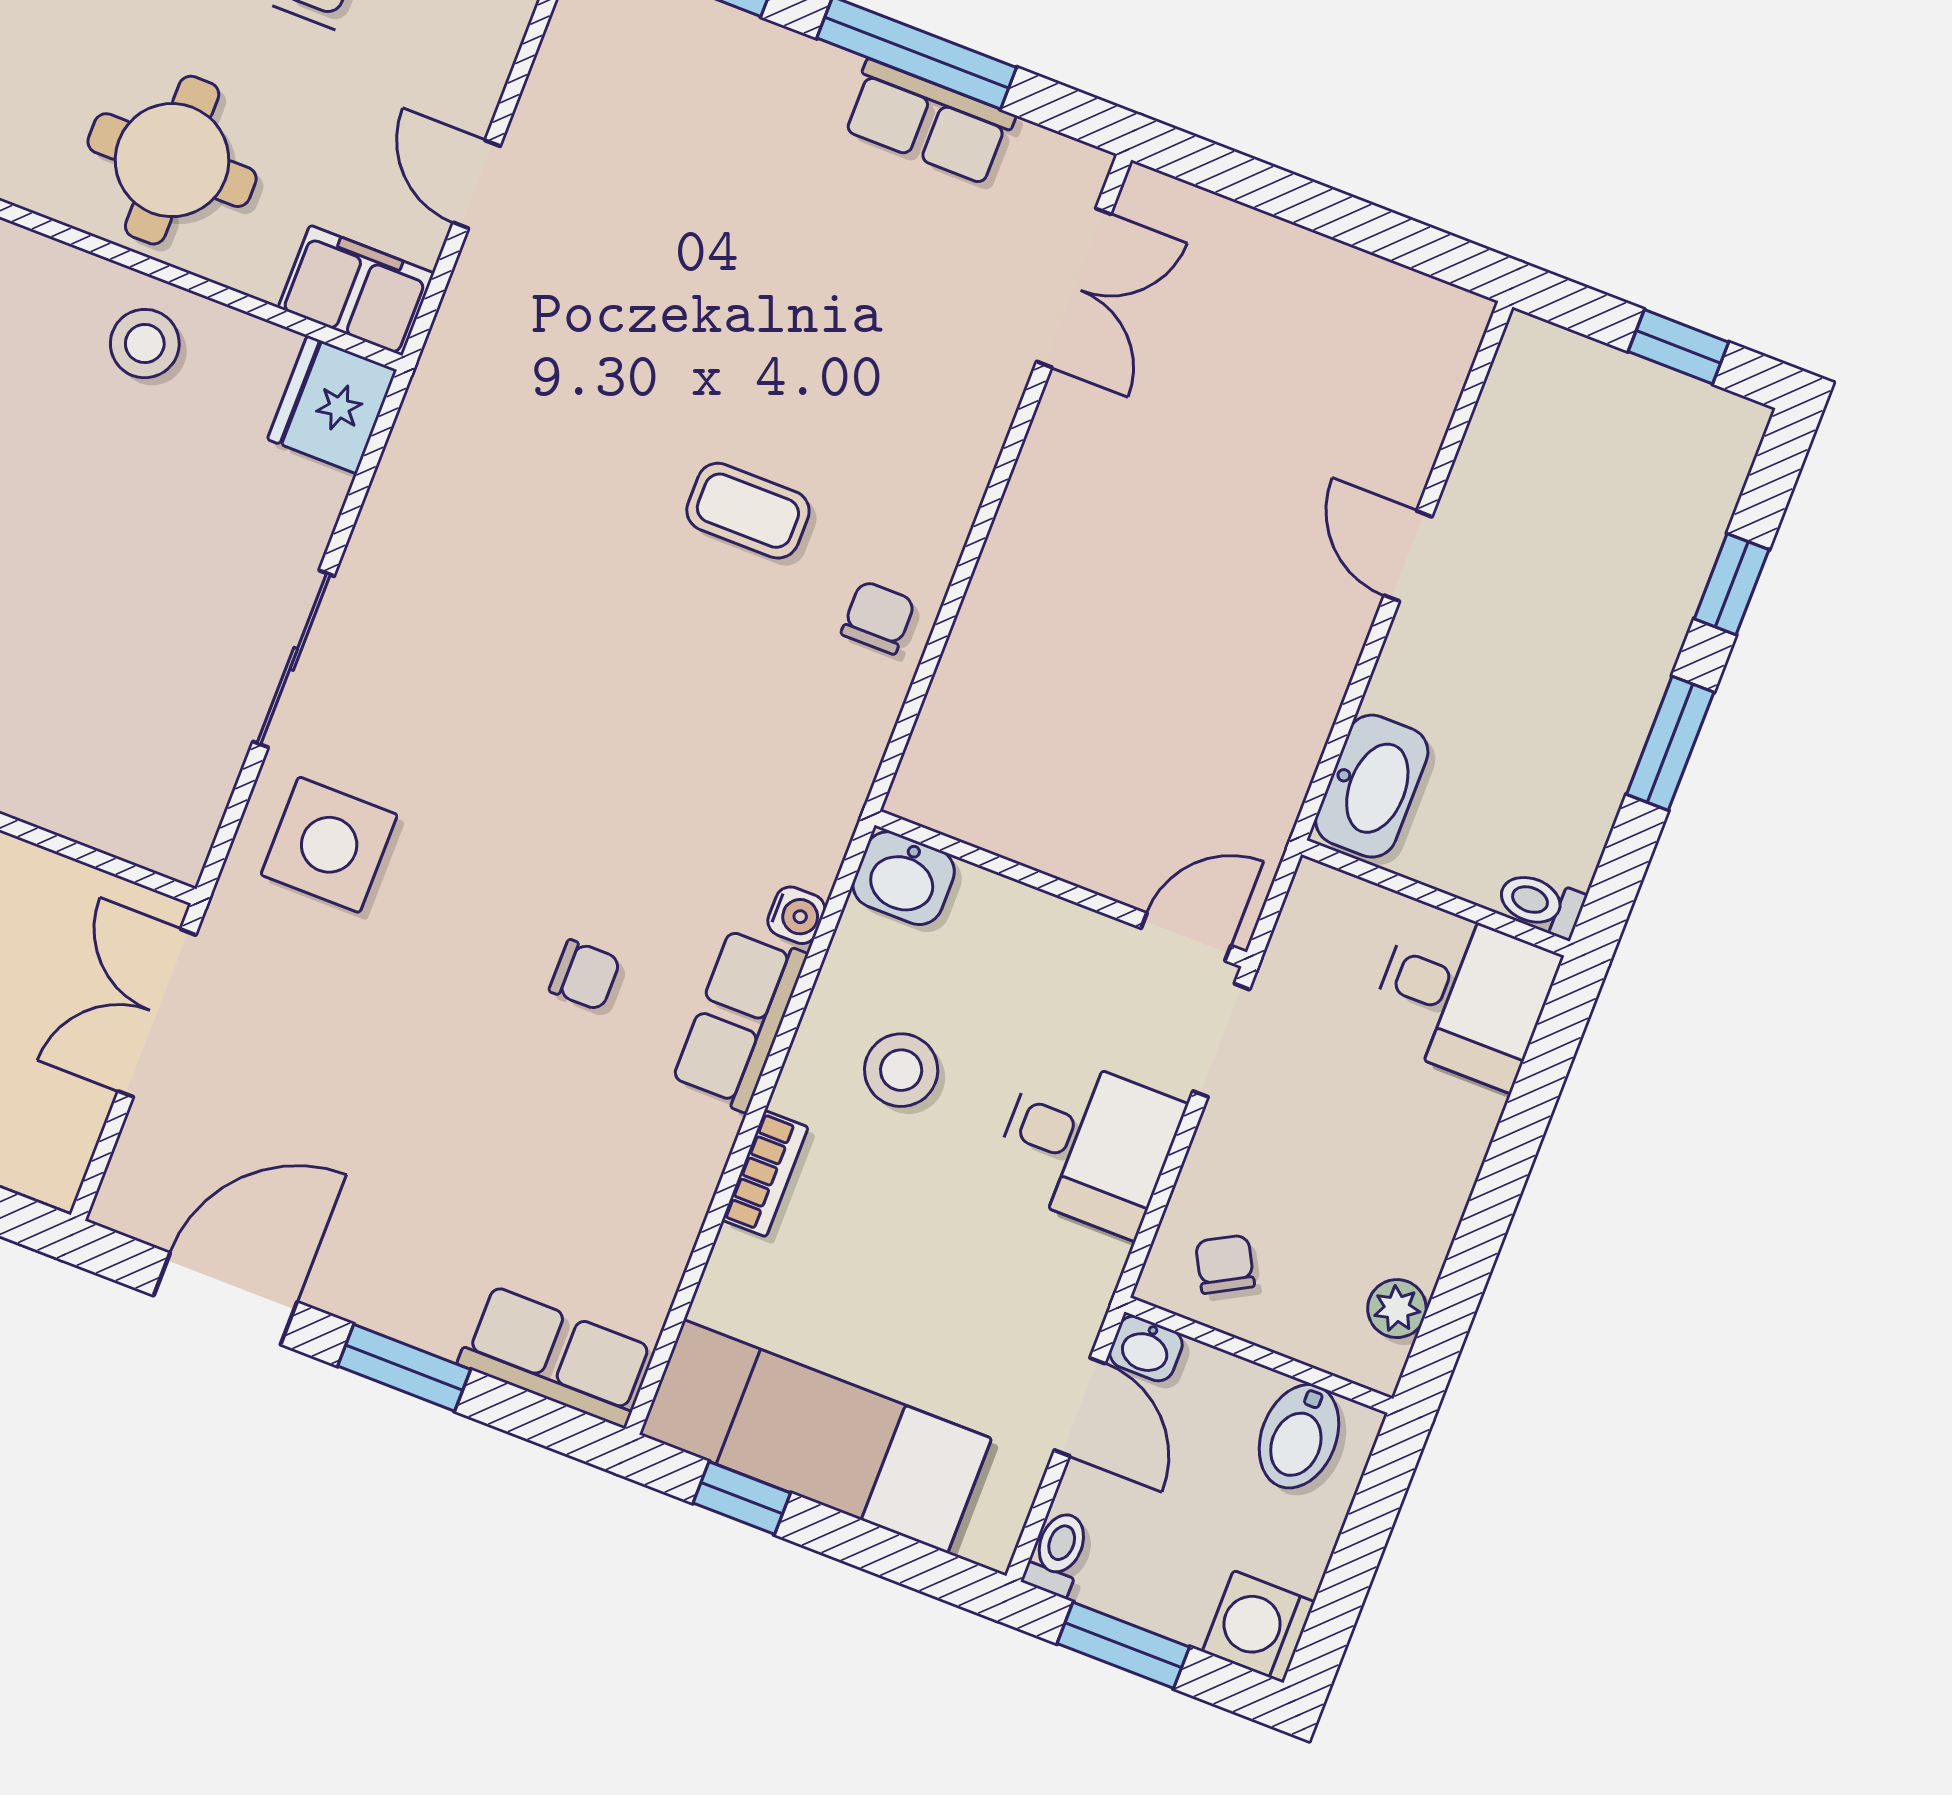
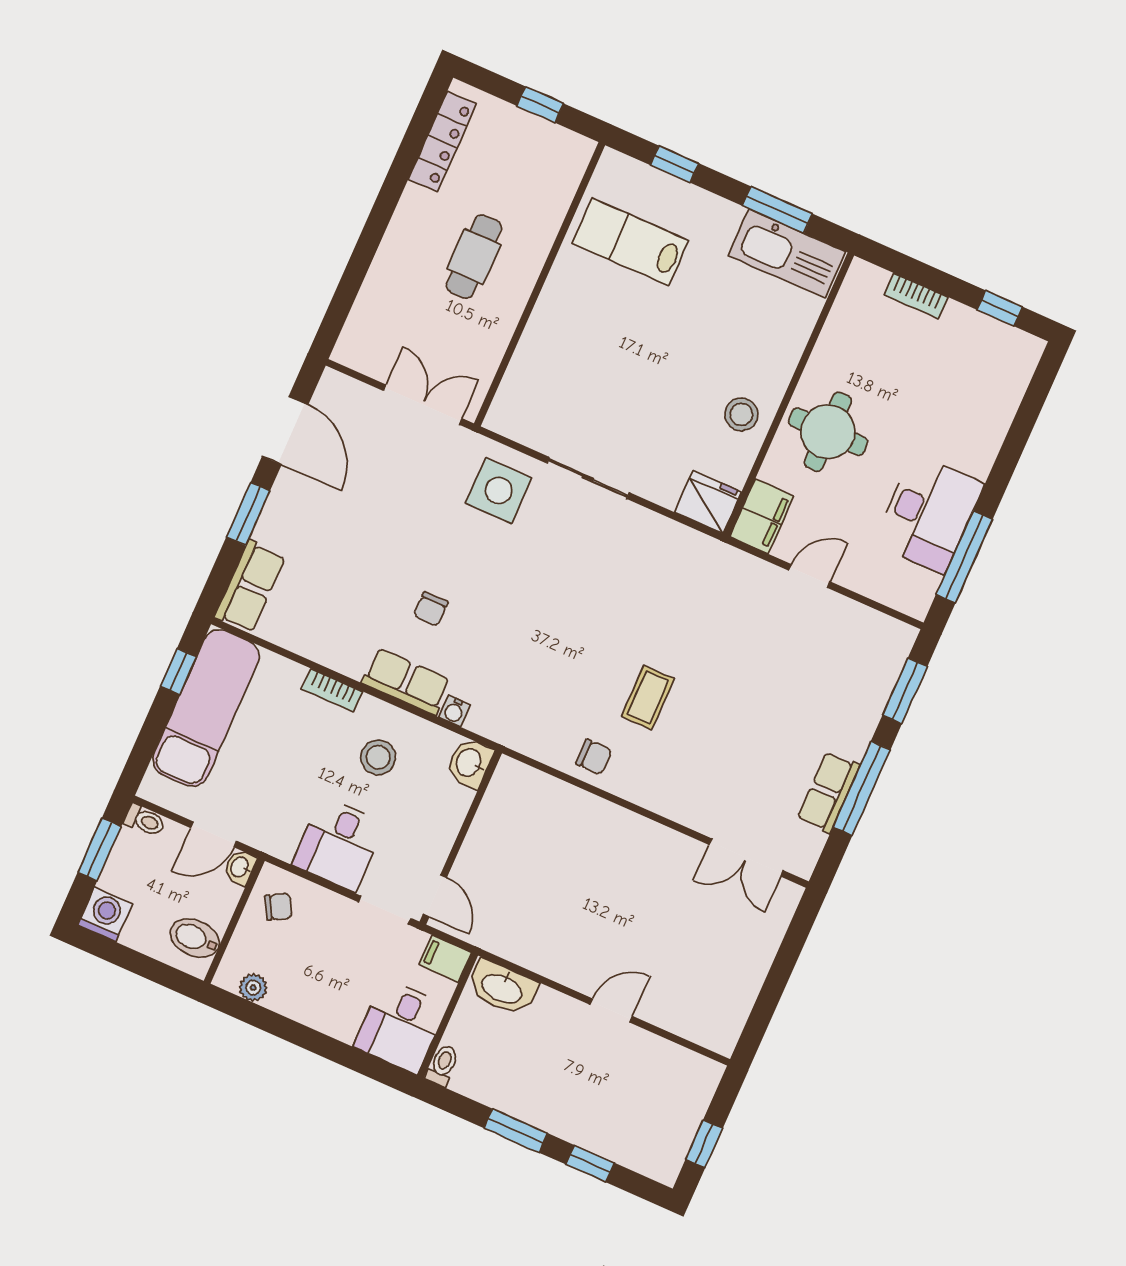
filing cabinet: (1317, 909) -> (445, 959), added

